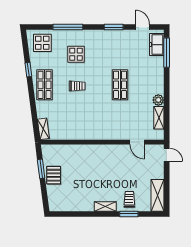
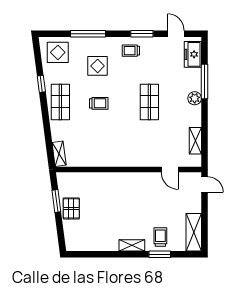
trolley: (104, 41) -> (131, 51), added
window: (167, 53) -> (204, 81), moved
plant: (158, 100) -> (195, 98), moved

